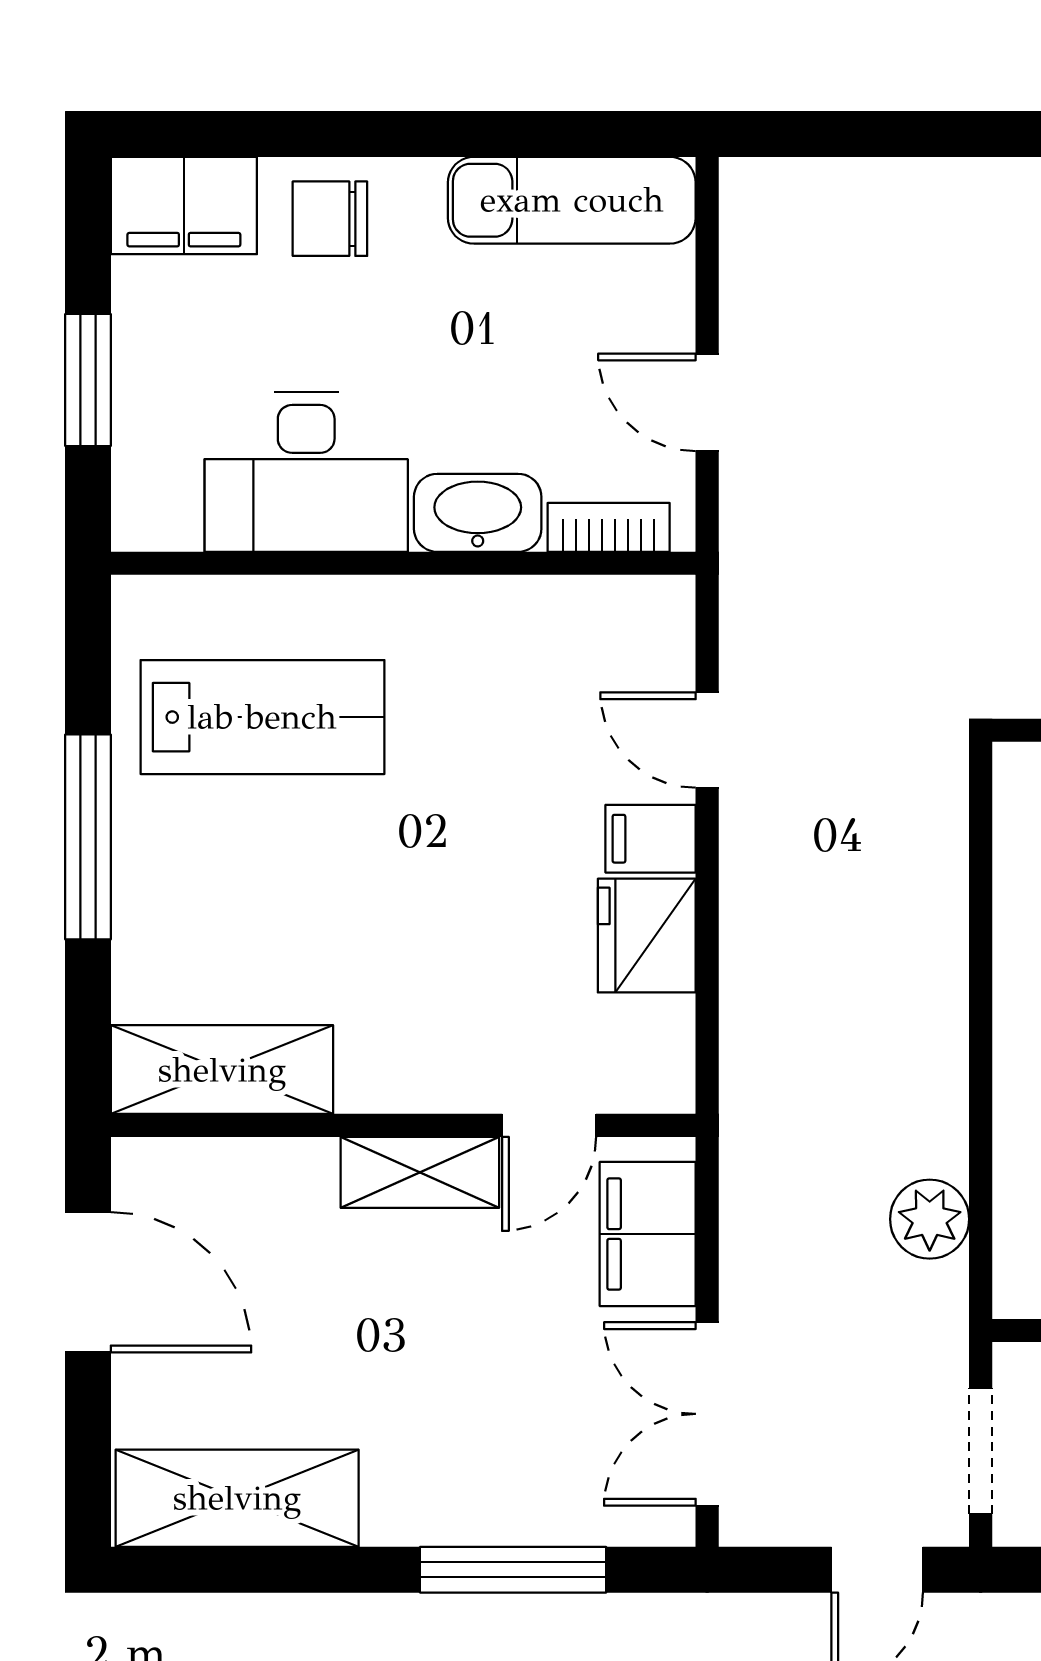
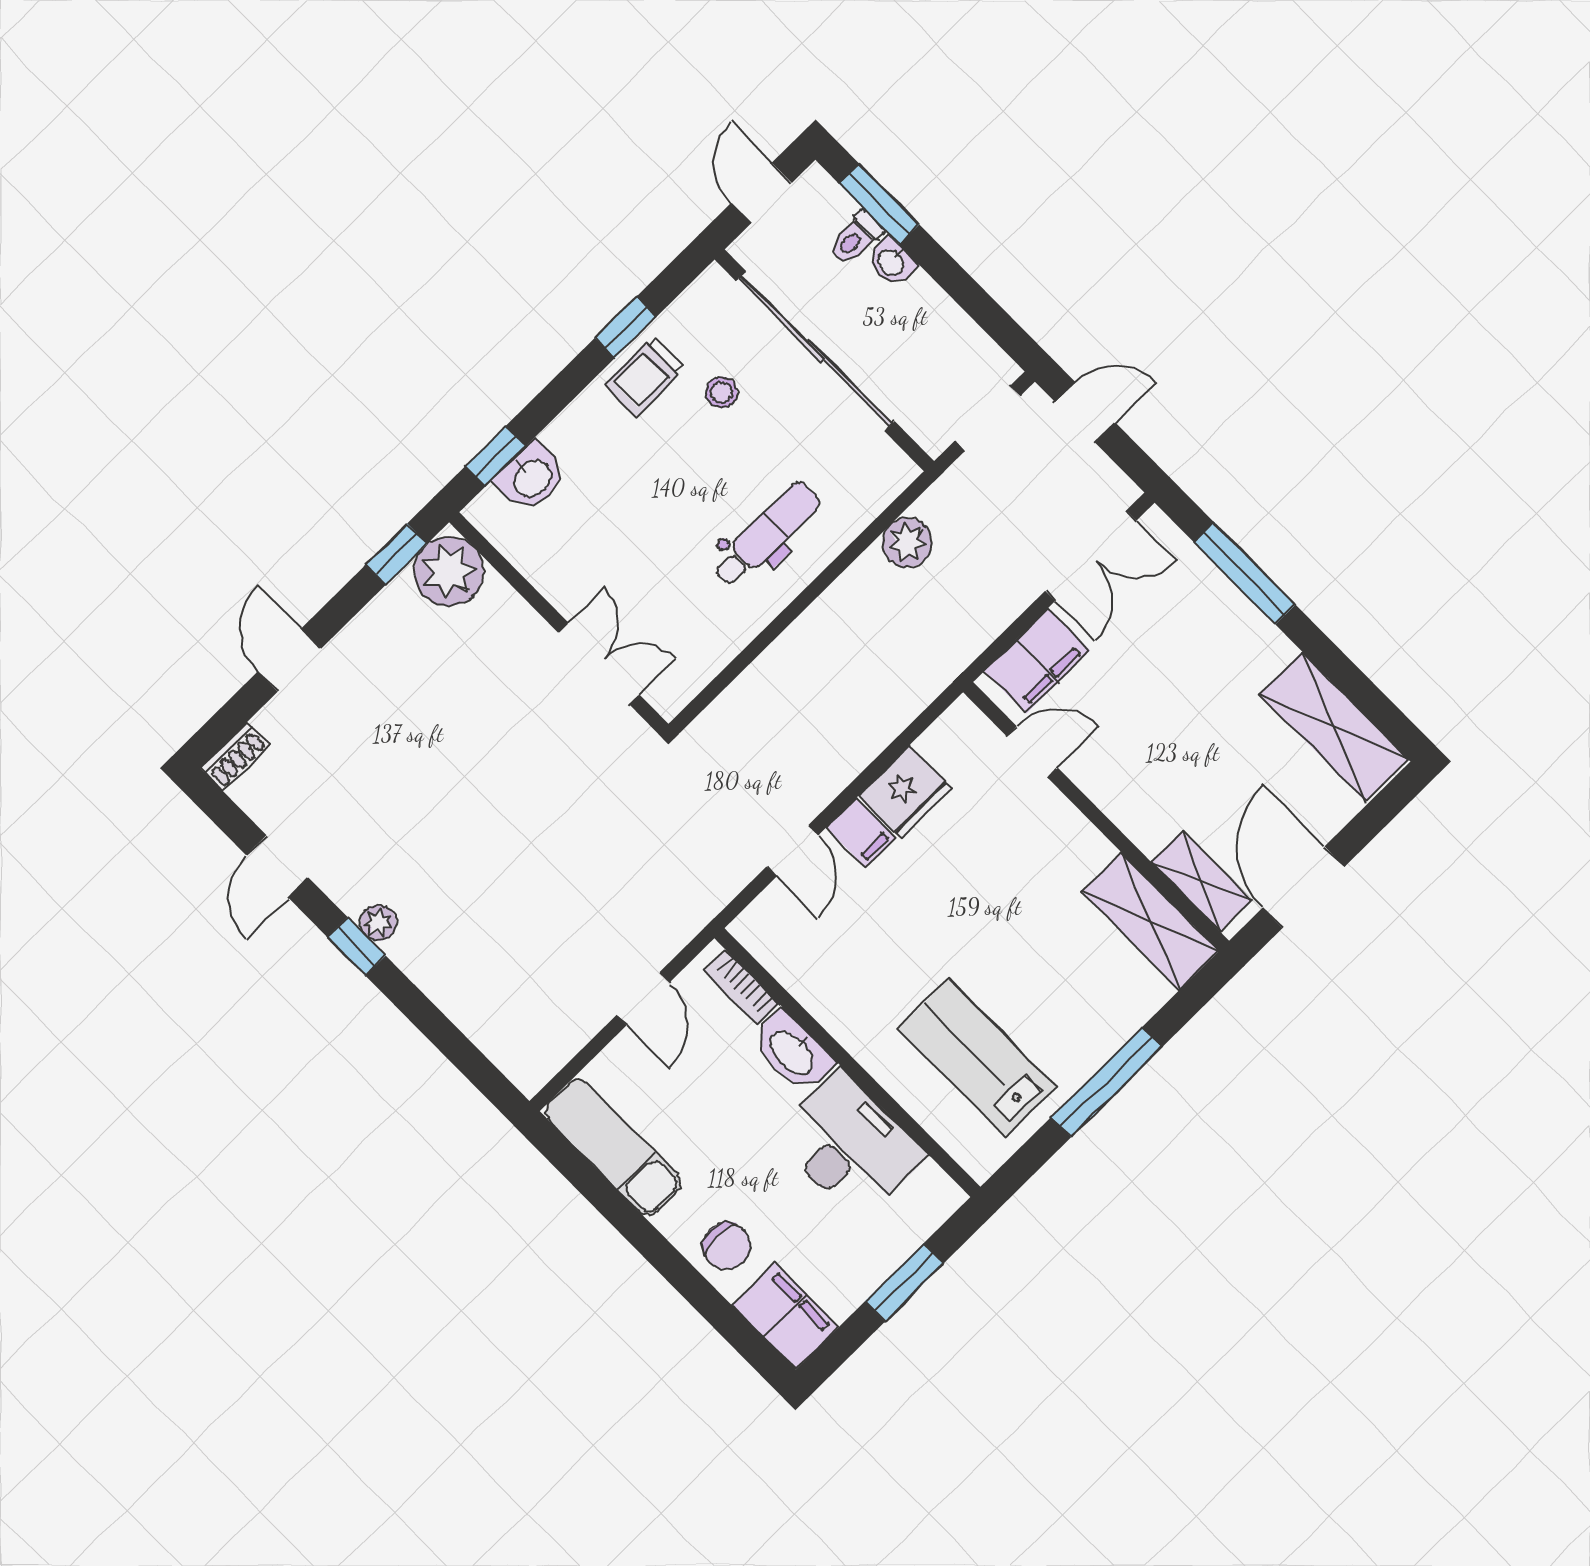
shelving: (420, 1172) -> (1201, 881), moved

